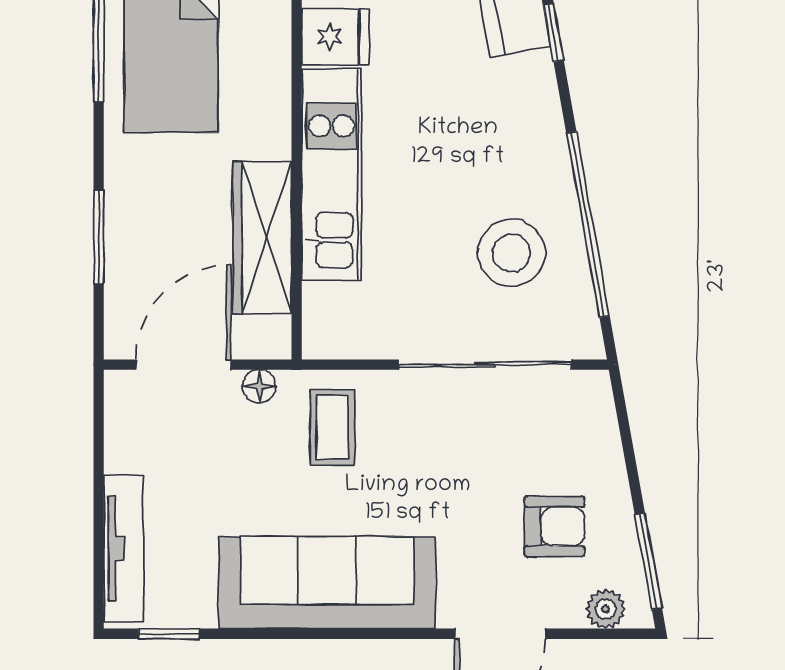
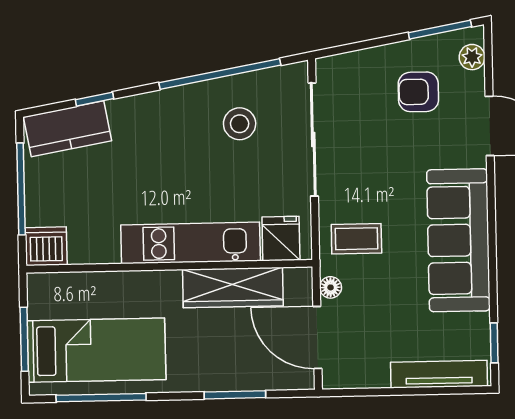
fridge: (335, 37) -> (281, 239), moved
stool: (511, 253) -> (240, 124), width x0.73, depth x0.73
armchair: (554, 526) -> (418, 92), turned -90

